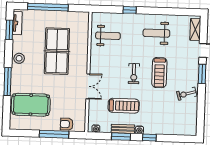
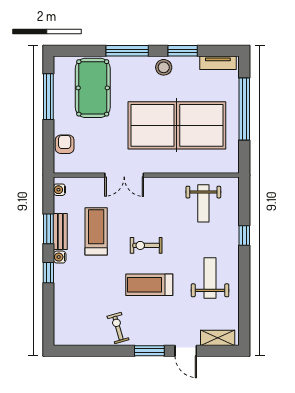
window: (9, 30) -> (183, 51), moved
table tennis table: (57, 51) -> (177, 125), width x1.36, depth x1.32
treadmill: (124, 106) -> (96, 231), turned 180
window: (54, 134) -> (48, 97), moved

